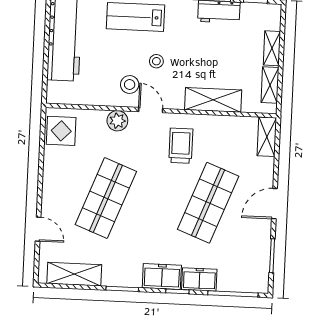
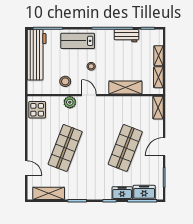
stool: (130, 84) -> (65, 81), moved
trolley: (181, 146) -> (108, 115), removed
freezer: (162, 277) -> (144, 192), moved

